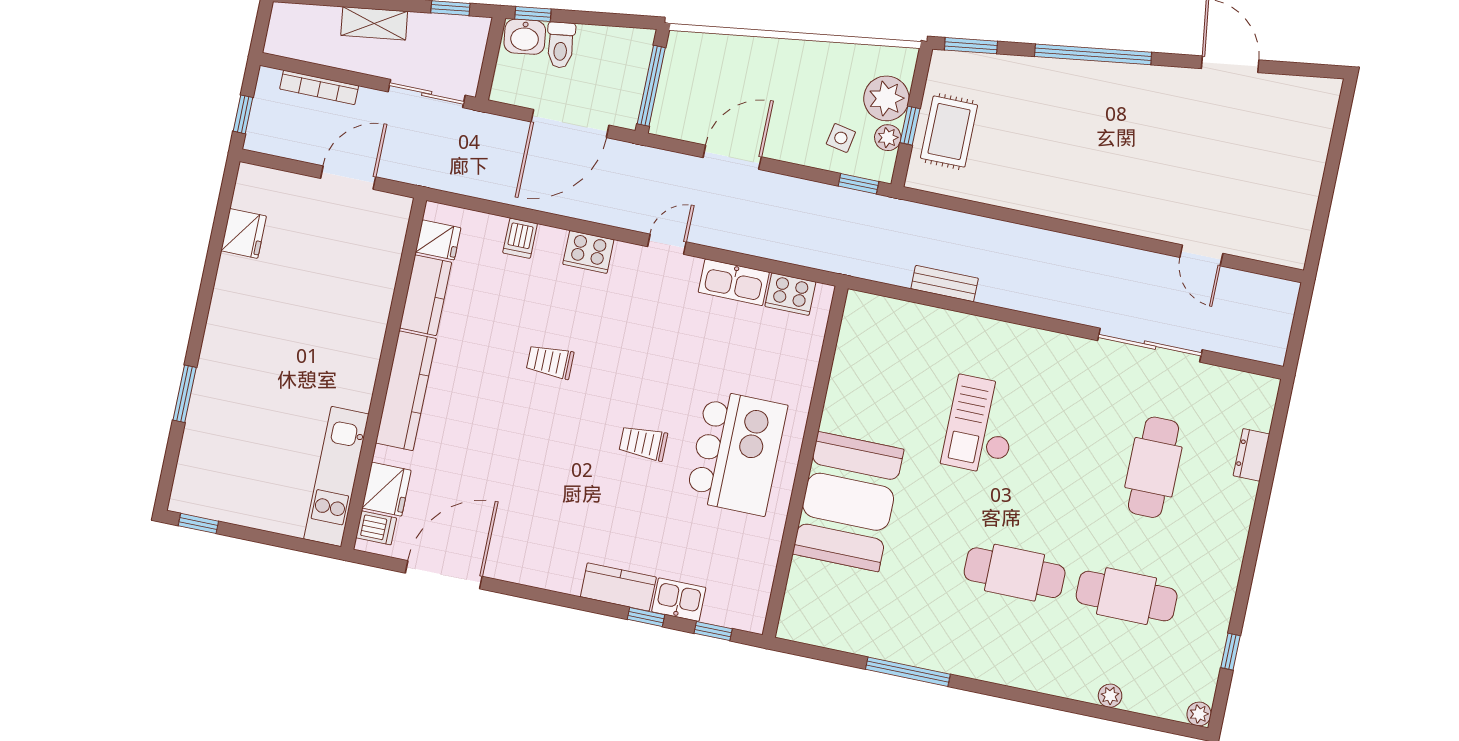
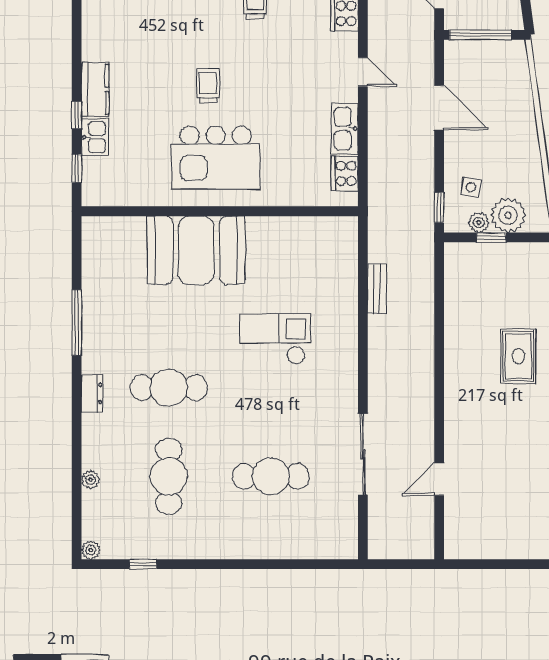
rug: (949, 132) -> (518, 356), moved, turned 90
dresser: (1251, 455) -> (92, 394), moved, turned 90
cafe table: (1015, 573) -> (169, 388), turned 90

